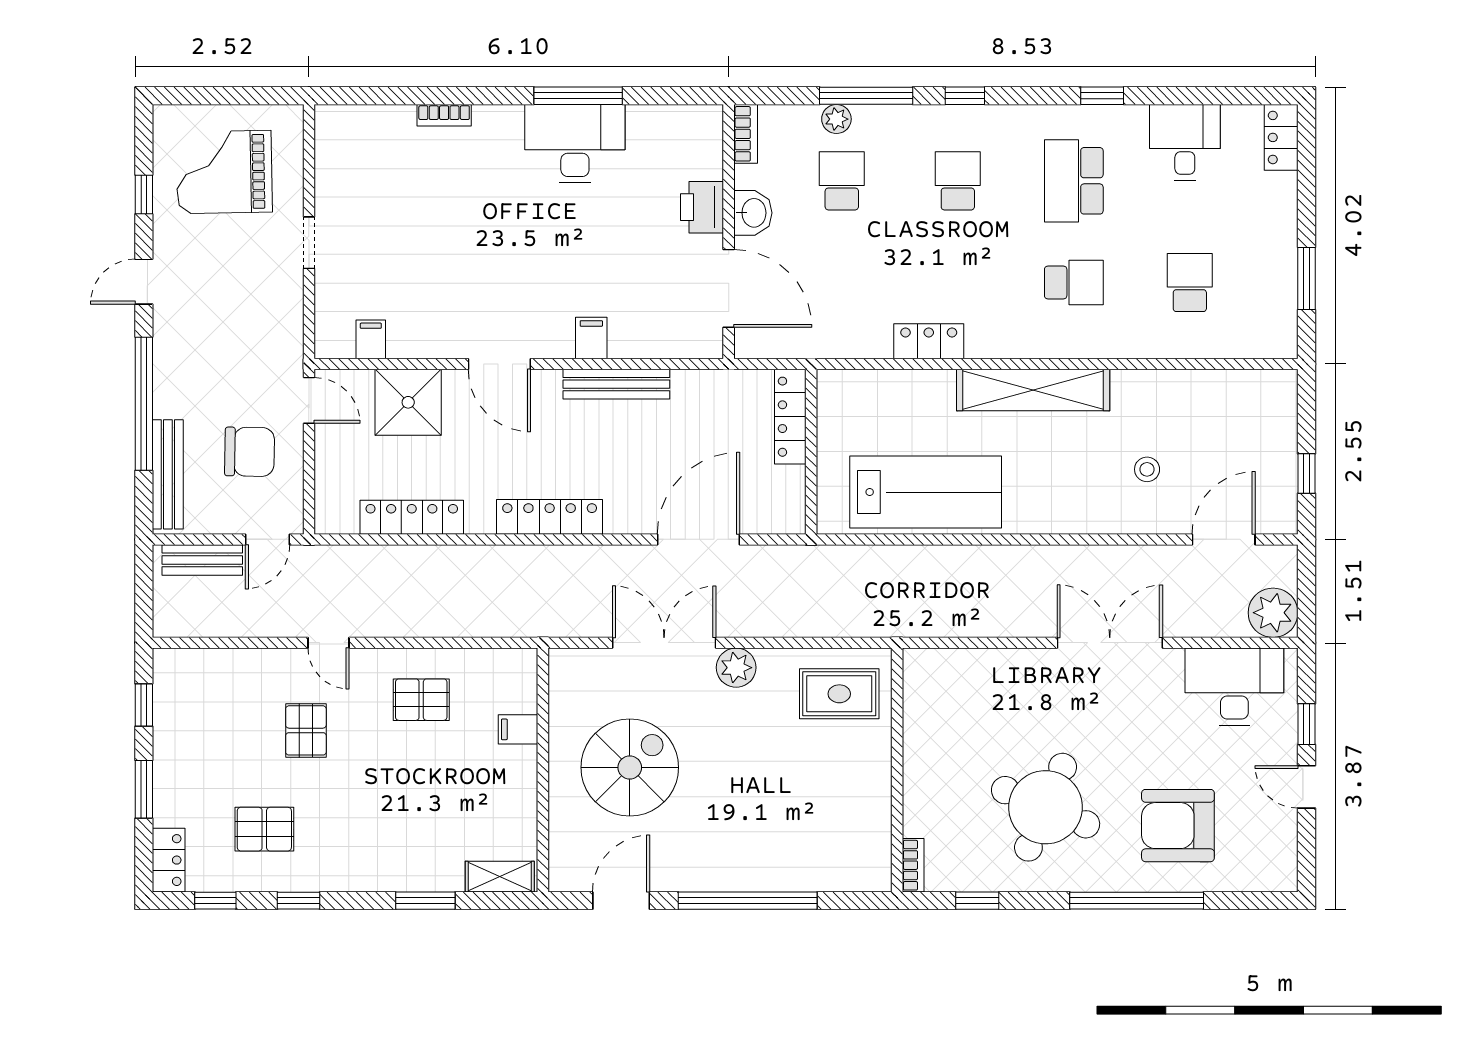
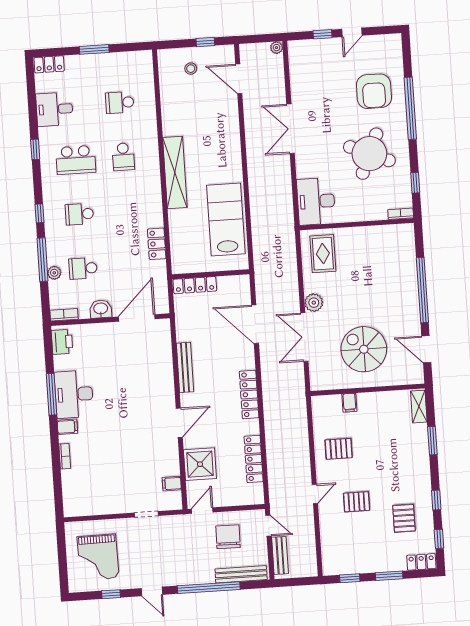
printer: (702, 207) -> (62, 342), moved, turned -90
doorway: (309, 243) -> (147, 514), moved
window: (1306, 279) -> (94, 49), moved
school desk: (1074, 282) -> (123, 157), turned 180
filing cabinet: (591, 338) -> (67, 427), moved, turned 180
locker: (929, 341) -> (157, 244), moved
stool: (1147, 469) -> (191, 69), moved
plant: (1273, 613) -> (277, 48), width x0.53, depth x0.53
desk: (1234, 687) -> (316, 201), moved
pallet: (421, 700) -> (339, 449), turned 90

